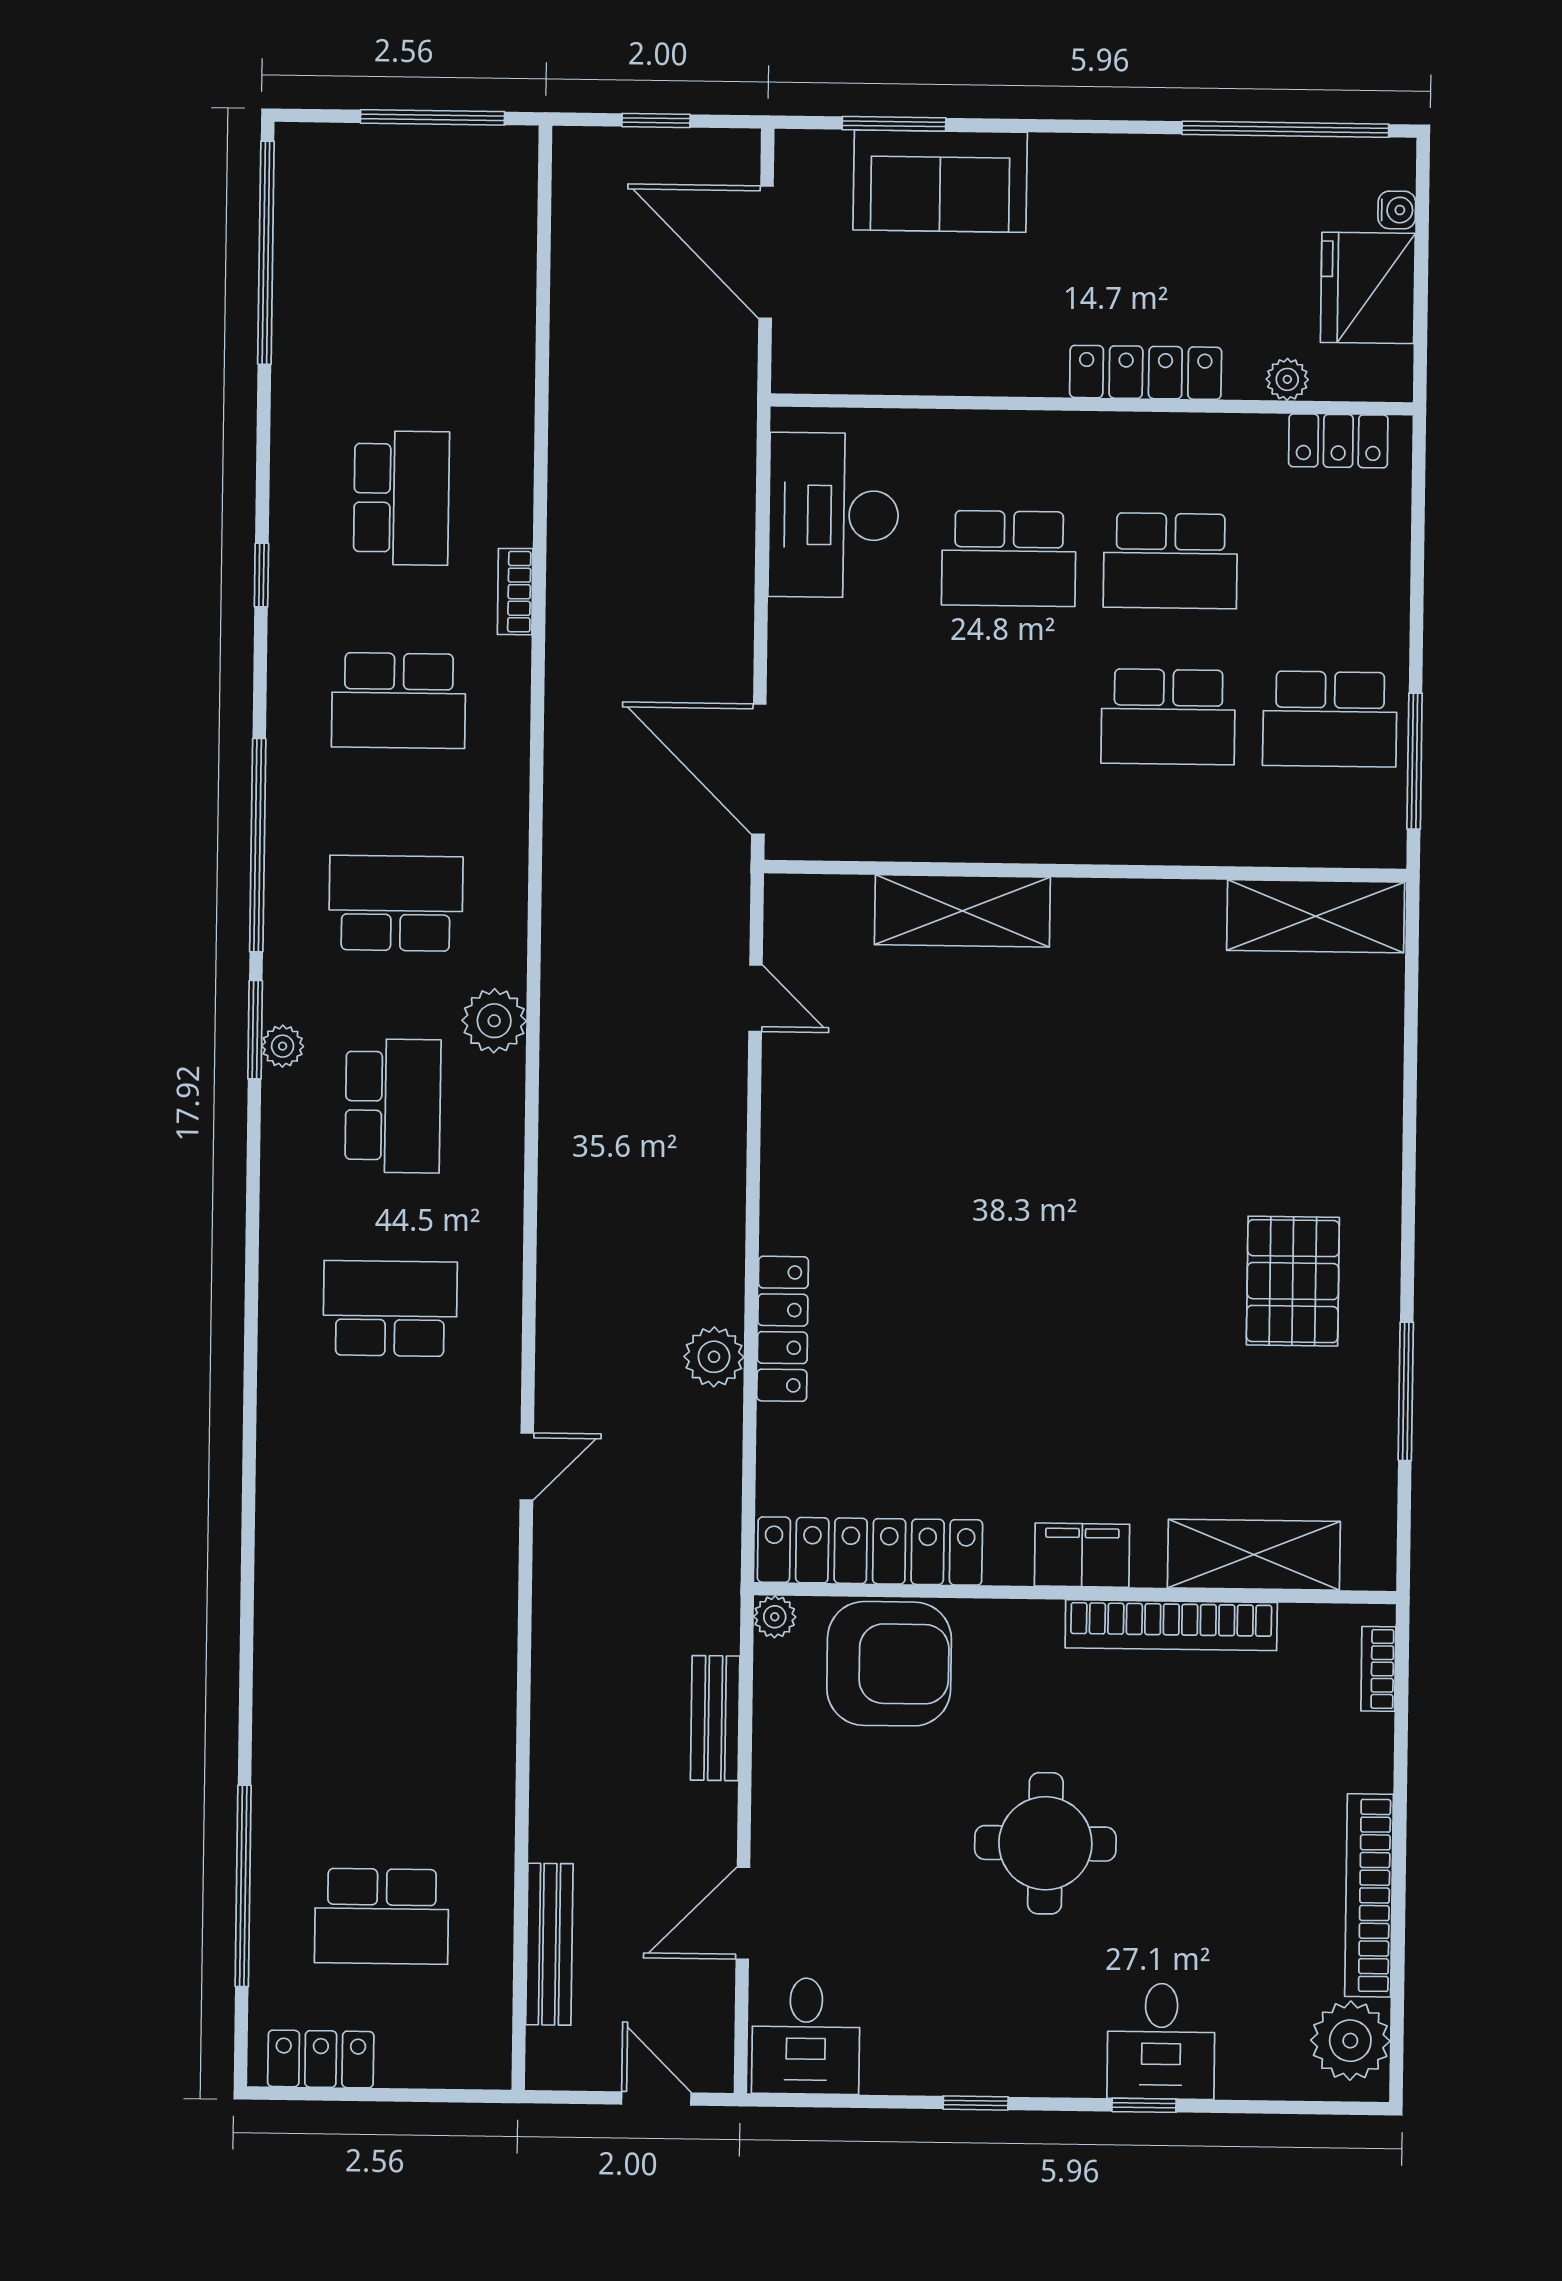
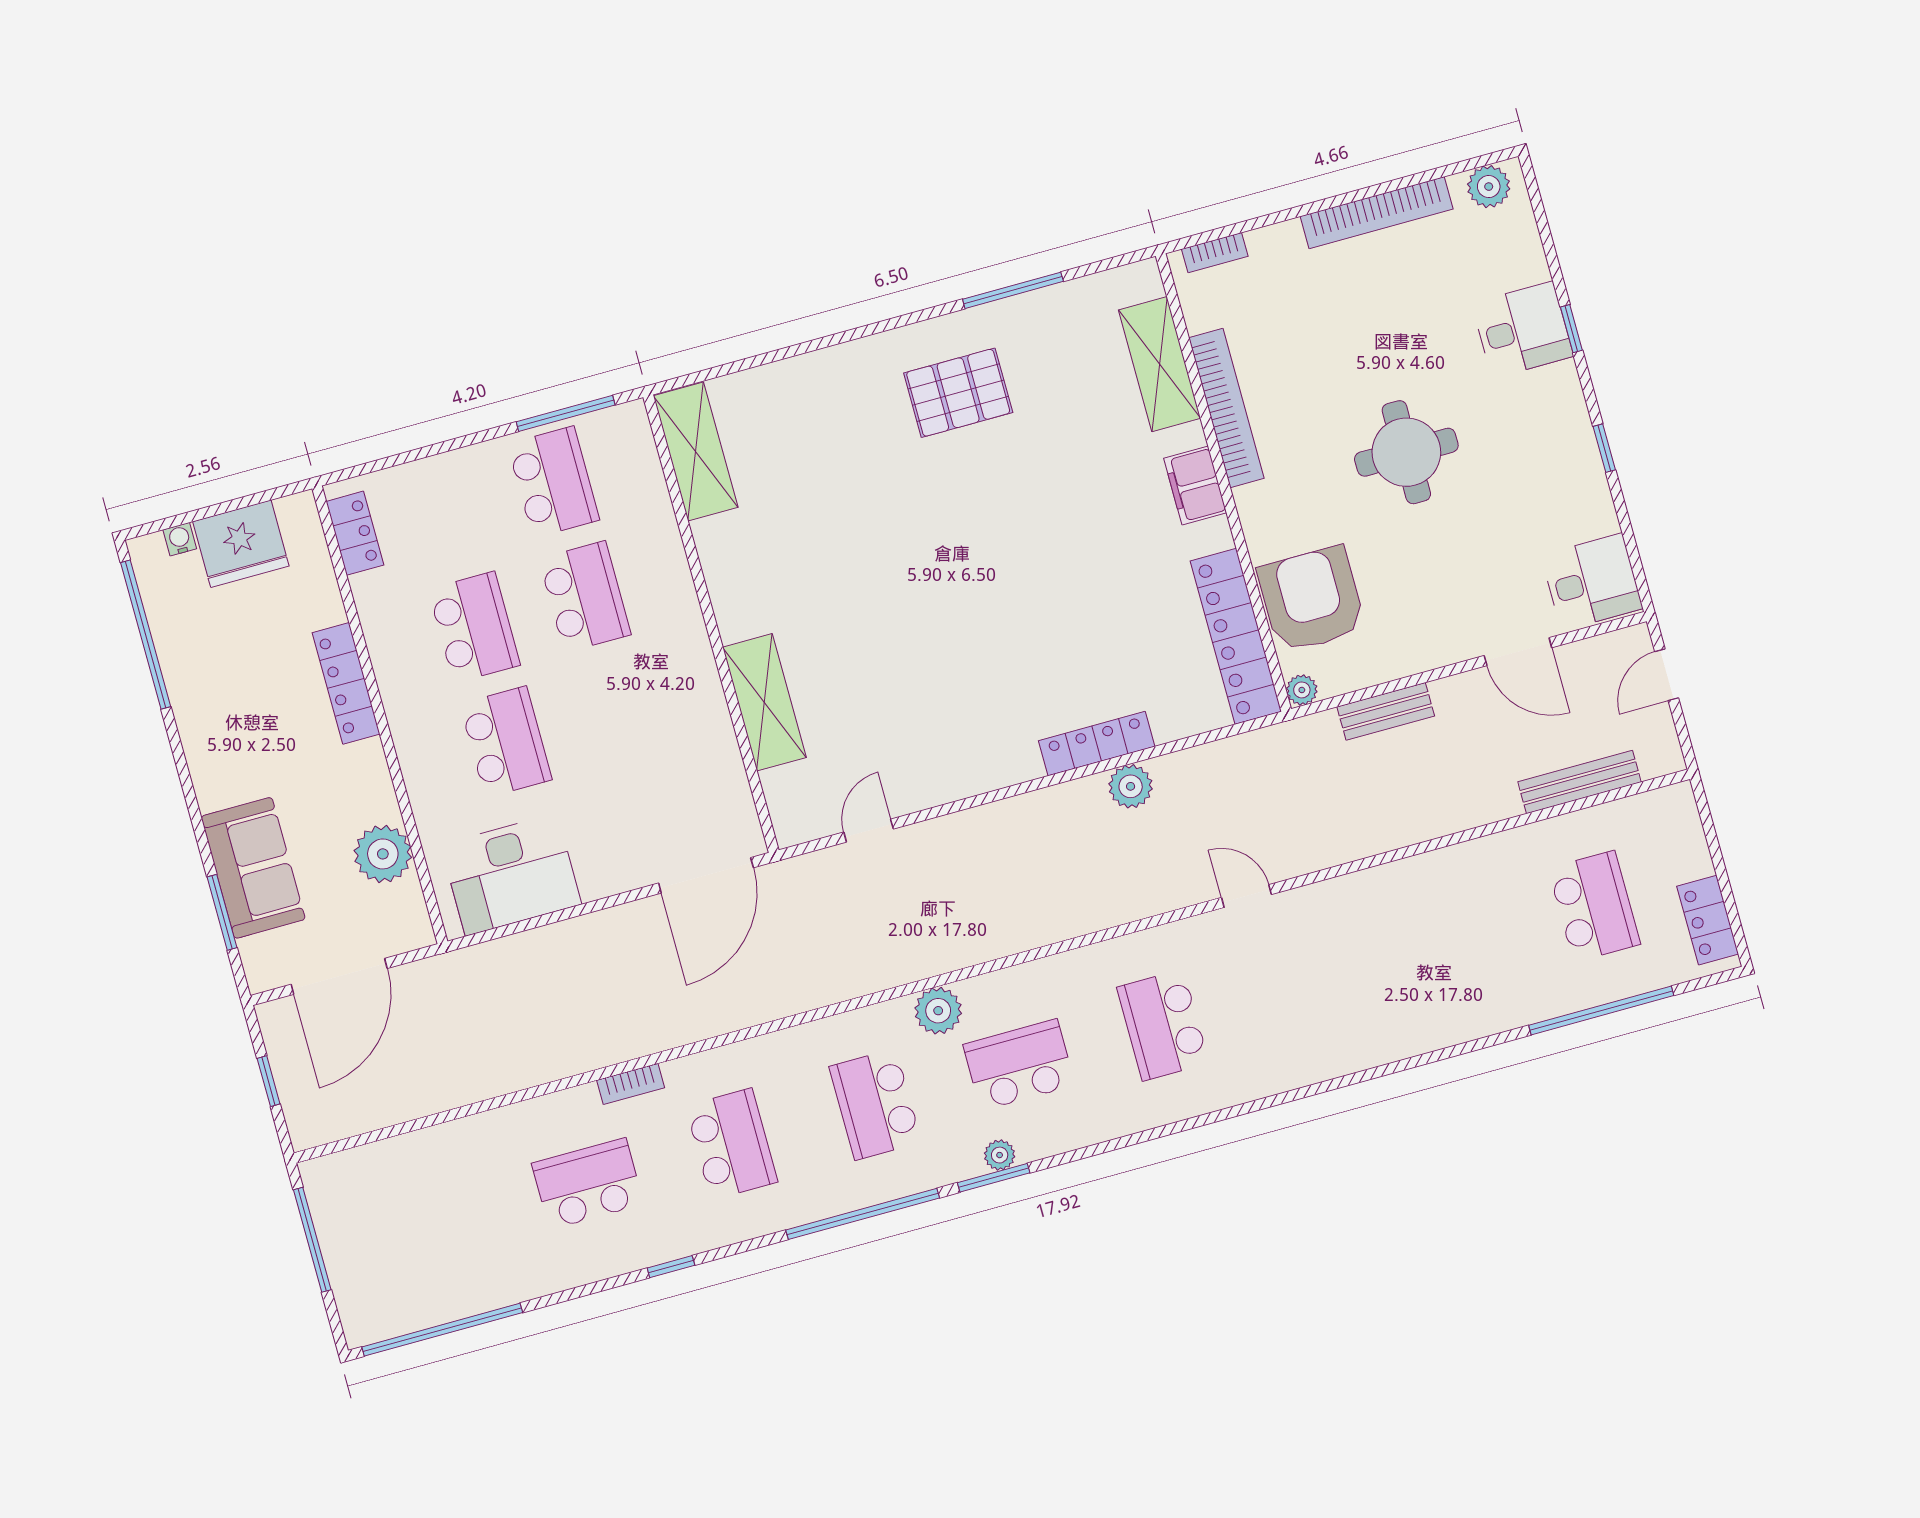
plant: (1287, 379) -> (383, 854), moved, width x1.88, depth x1.88
plant: (1350, 2041) -> (1489, 187), width x0.73, depth x0.73

